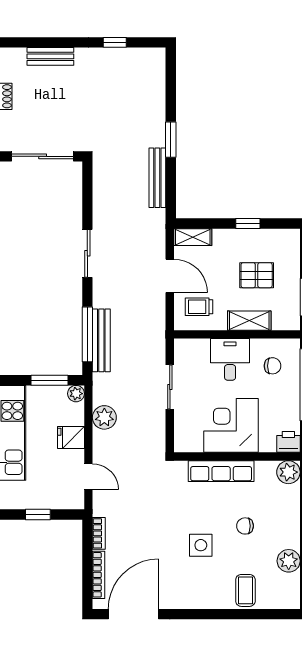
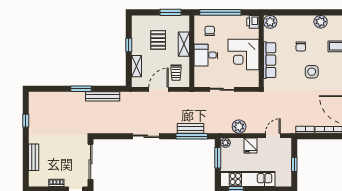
shelving: (193, 237) -> (136, 66), moved
bench: (101, 340) -> (190, 128), width x0.73

